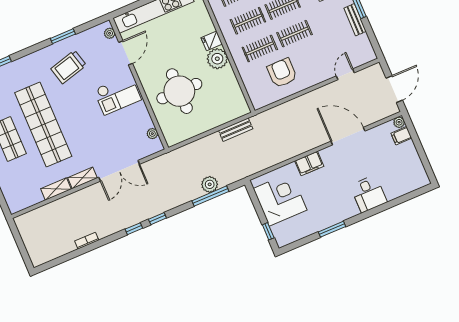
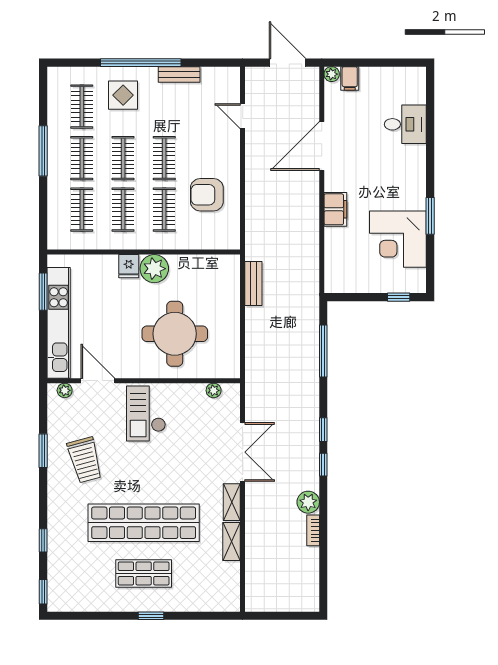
checkout: (117, 95) -> (146, 414), turned 180
plant: (210, 184) -> (308, 502), moved
desk: (369, 194) -> (405, 124), moved
corner desk: (280, 199) -> (398, 239), moved, turned -90

